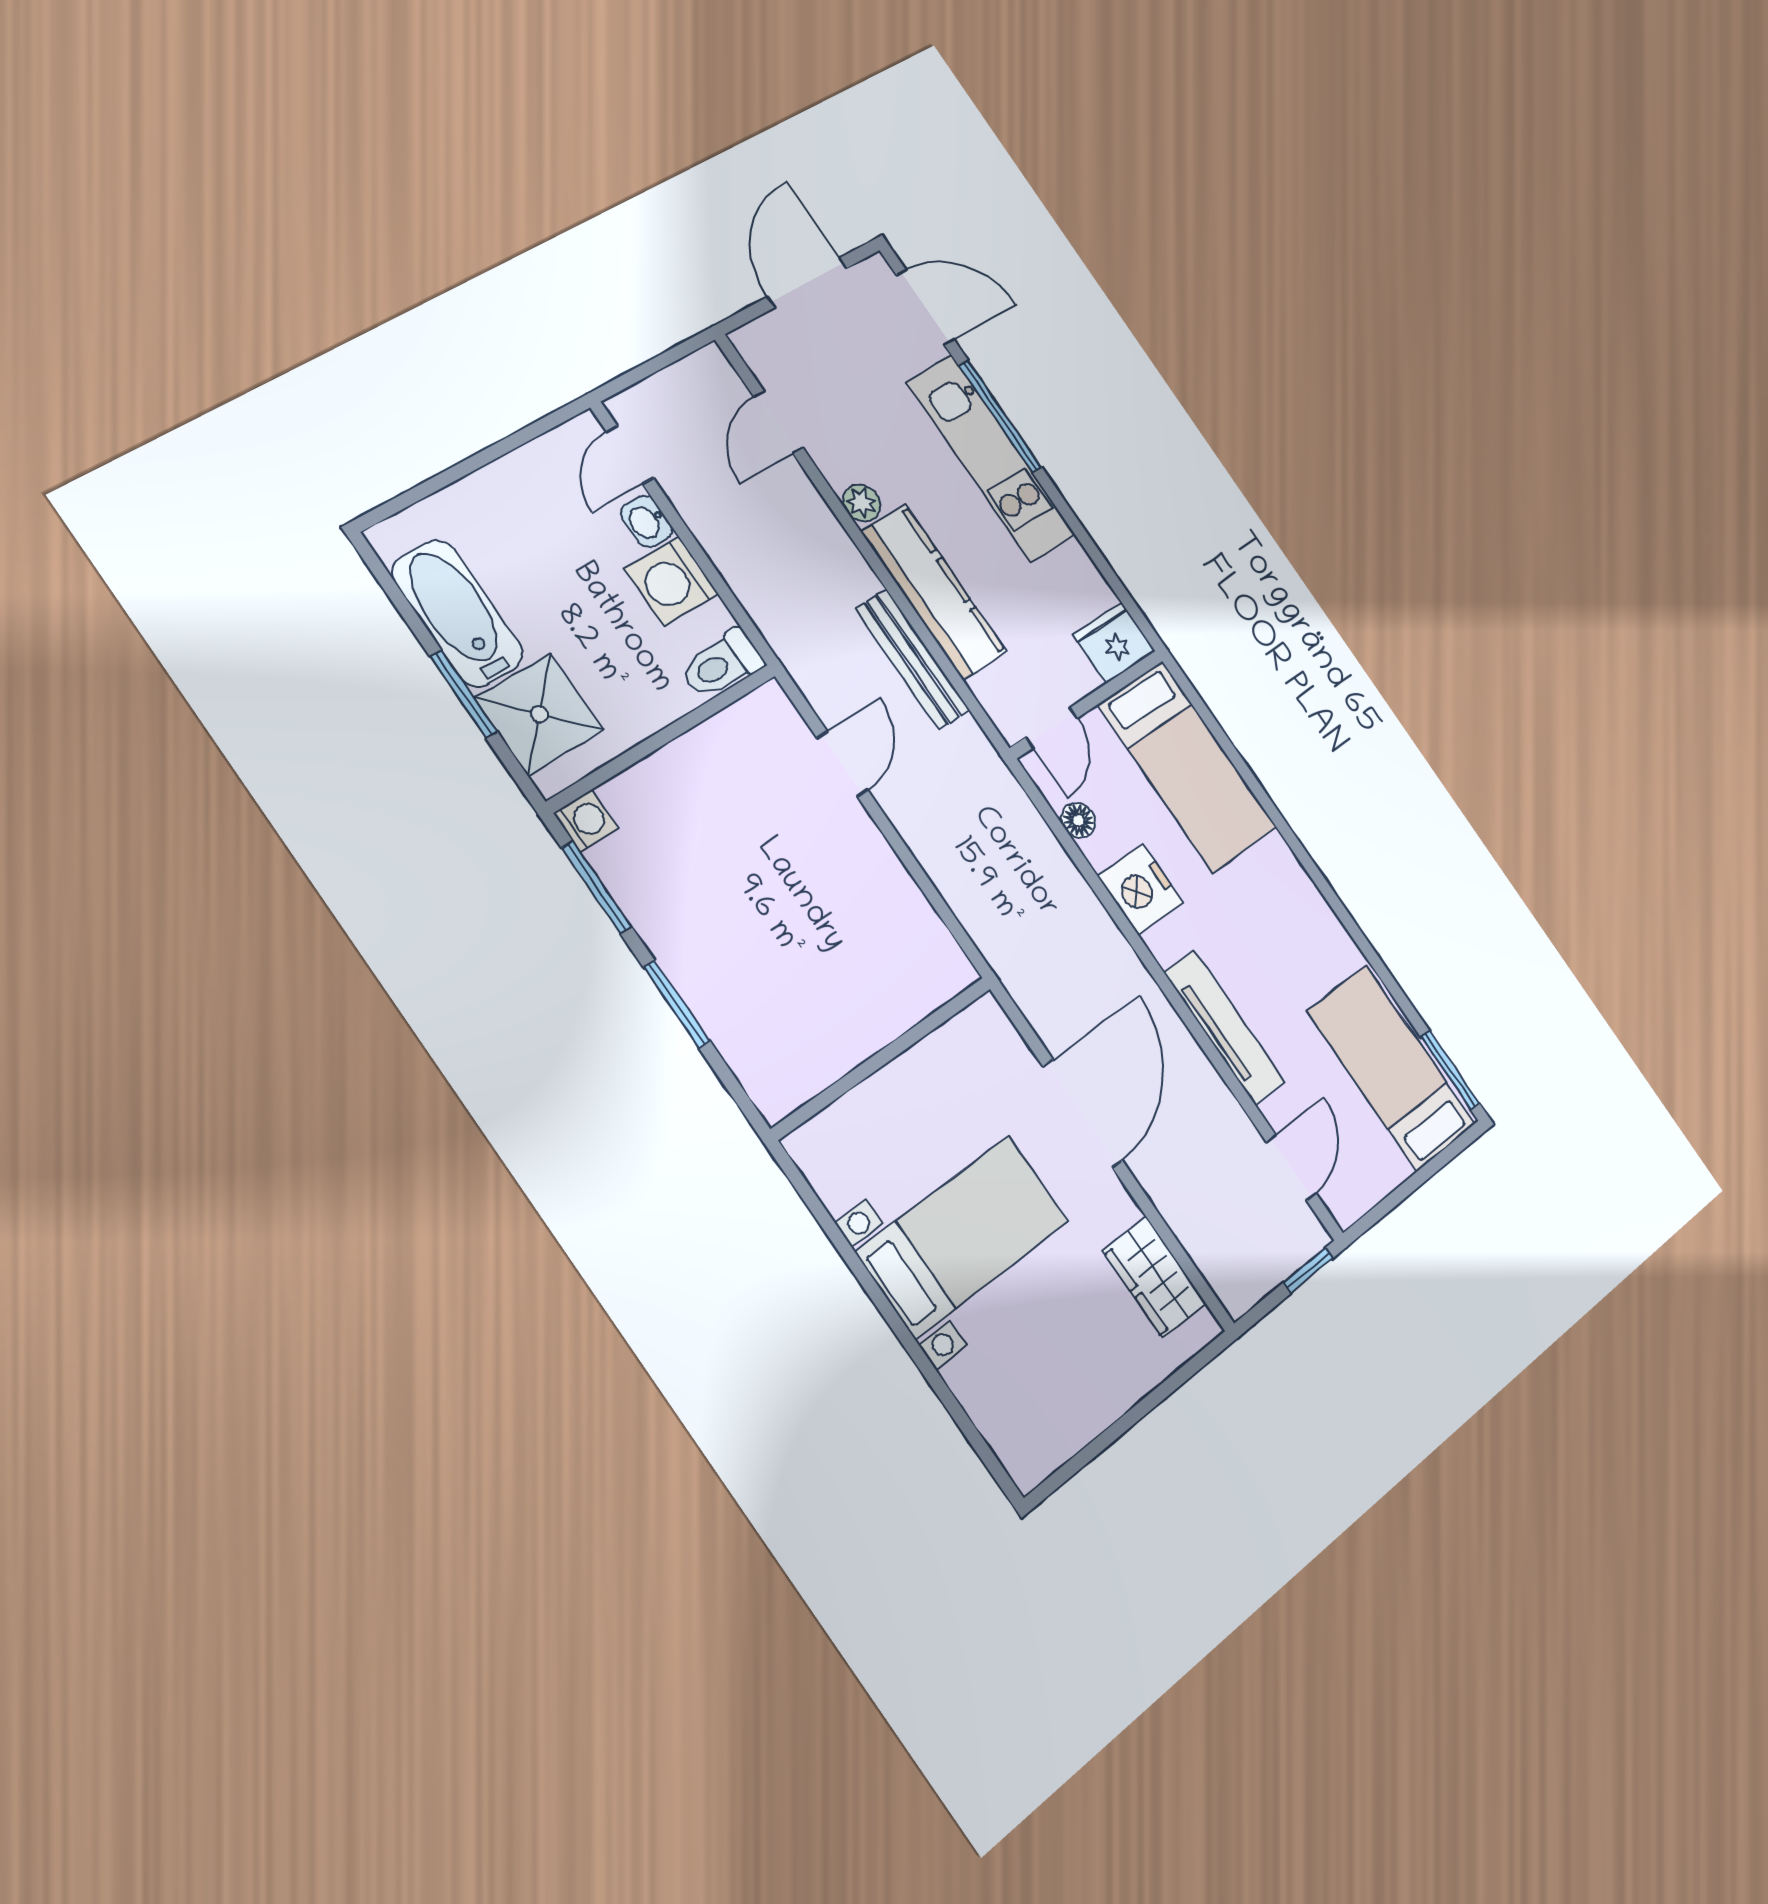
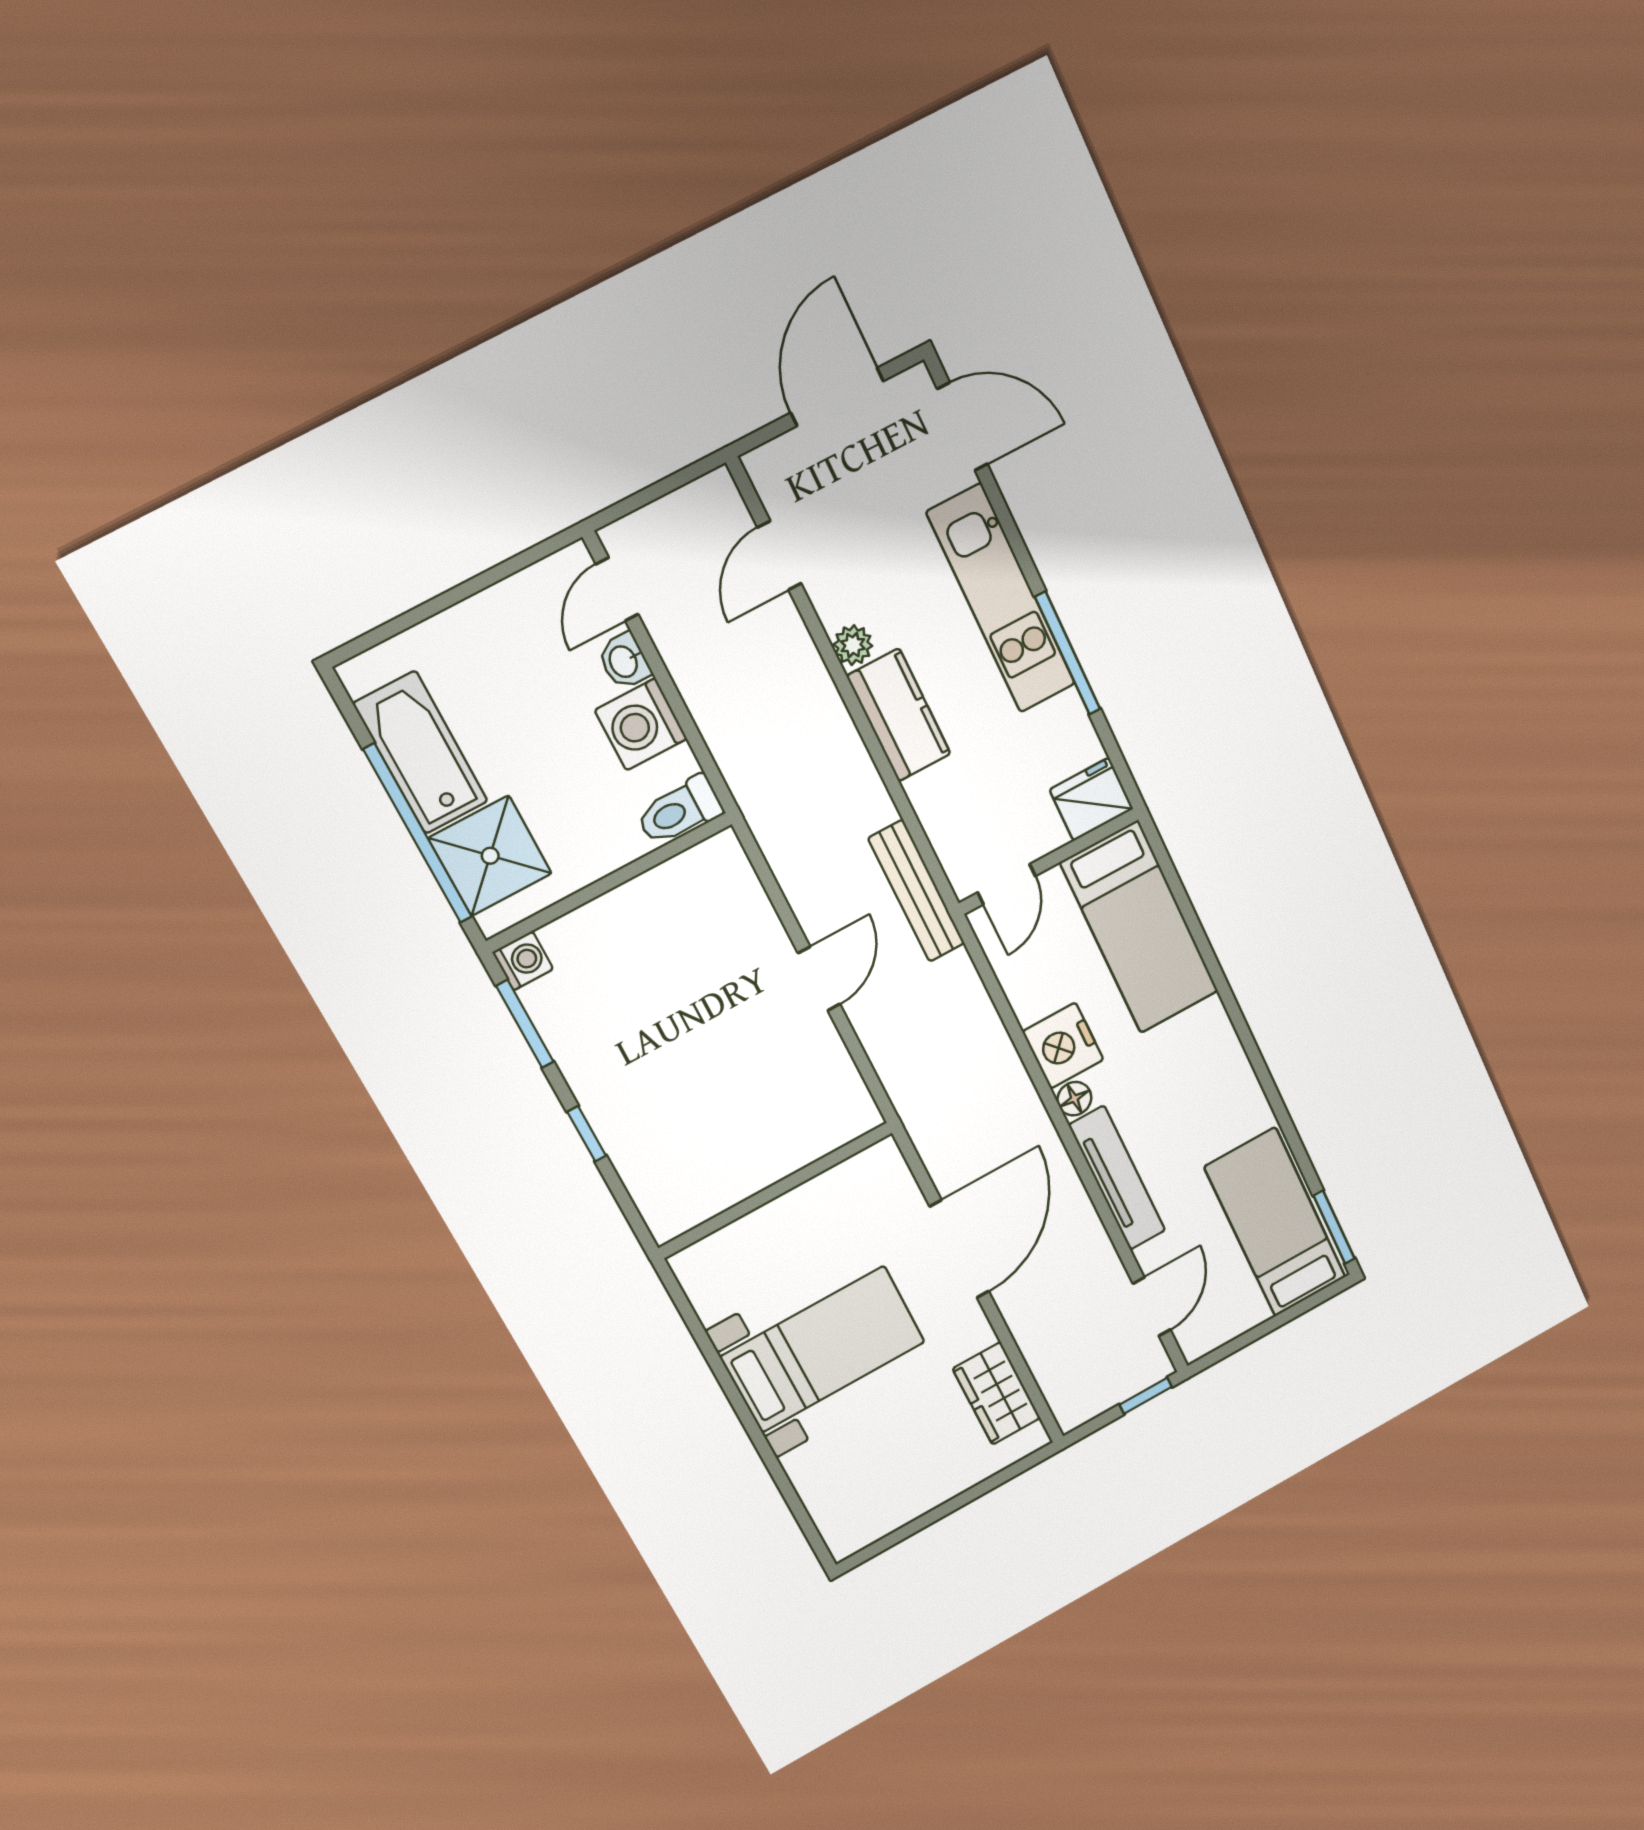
window: (1000, 417) -> (1068, 653), moved
kitchen counter: (934, 592) -> (899, 715), width x0.67
bench: (913, 659) -> (916, 891), moved
window: (464, 694) -> (418, 834), width x2.11
door: (842, 764) -> (819, 979), moved
floor lamp: (1078, 820) -> (1074, 1099), moved
window: (677, 1004) -> (587, 1134), width x0.67

